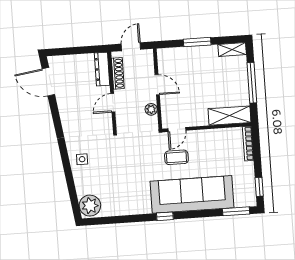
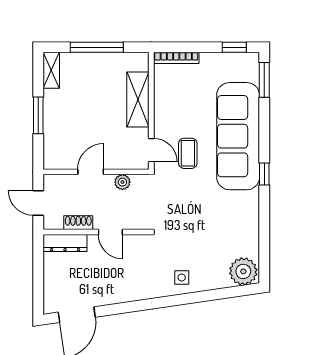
shoe rack: (118, 73) -> (78, 223), width x0.70
shelving: (230, 116) -> (138, 99), moved

